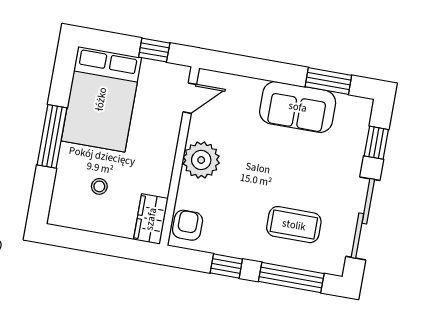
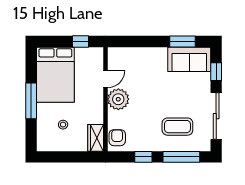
door: (190, 98) -> (106, 79), moved
sofa: (298, 107) -> (189, 59), moved

